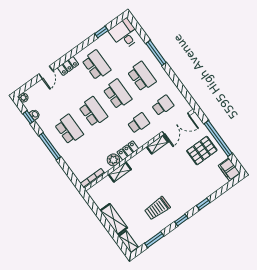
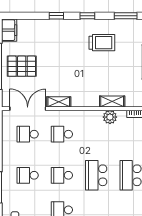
school desk: (142, 76) -> (28, 175), width x0.54
school desk: (117, 94) -> (62, 175), width x0.54
locker: (128, 150) -> (90, 116), removed

